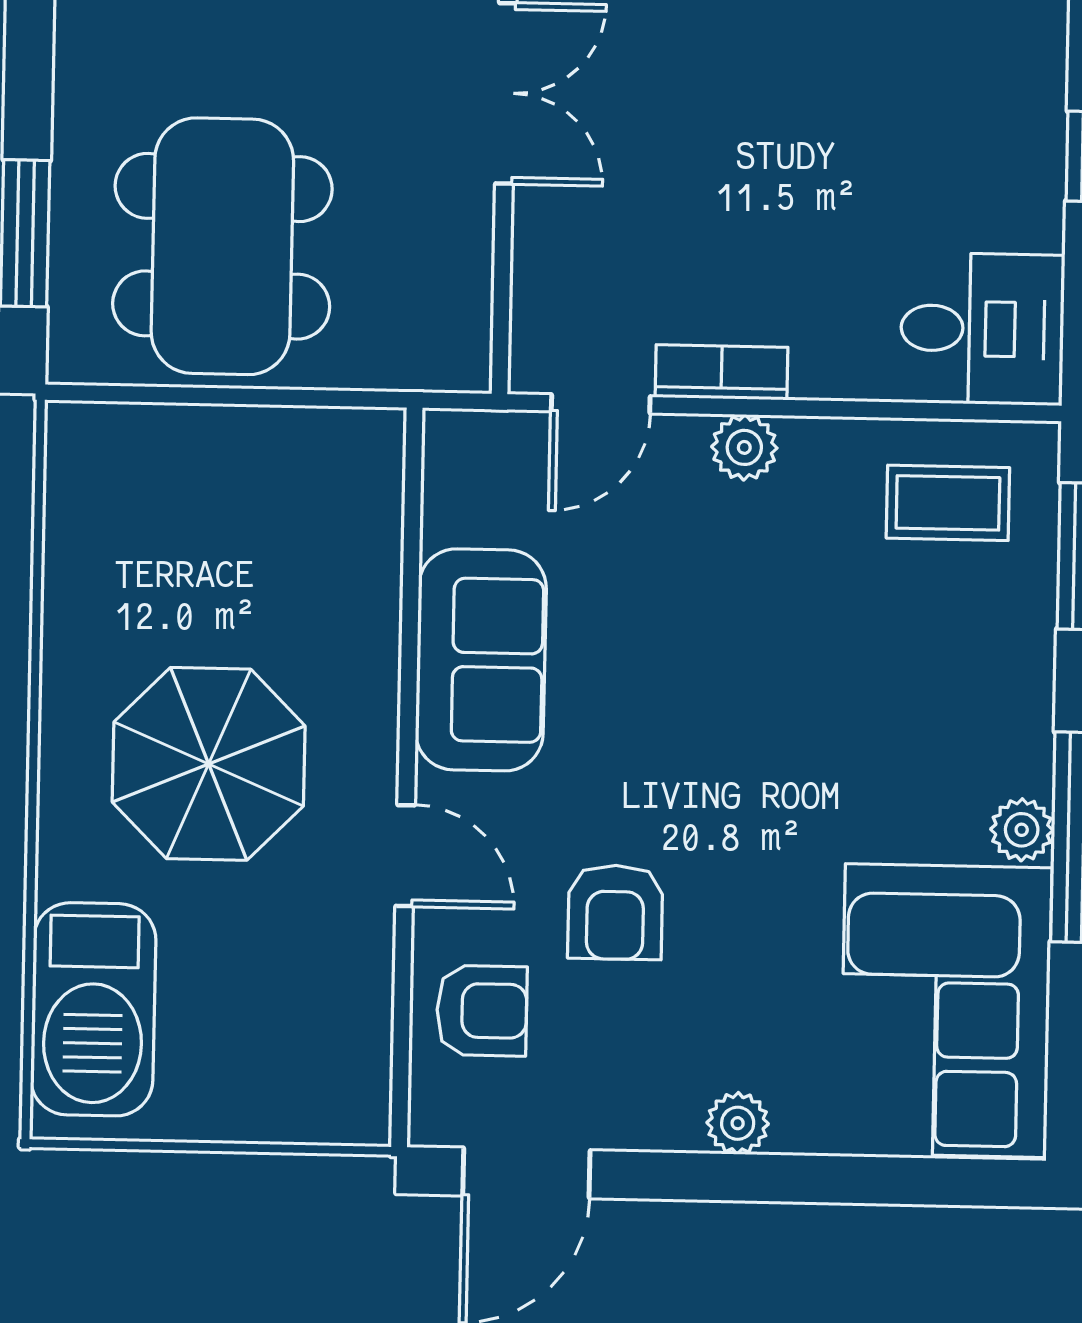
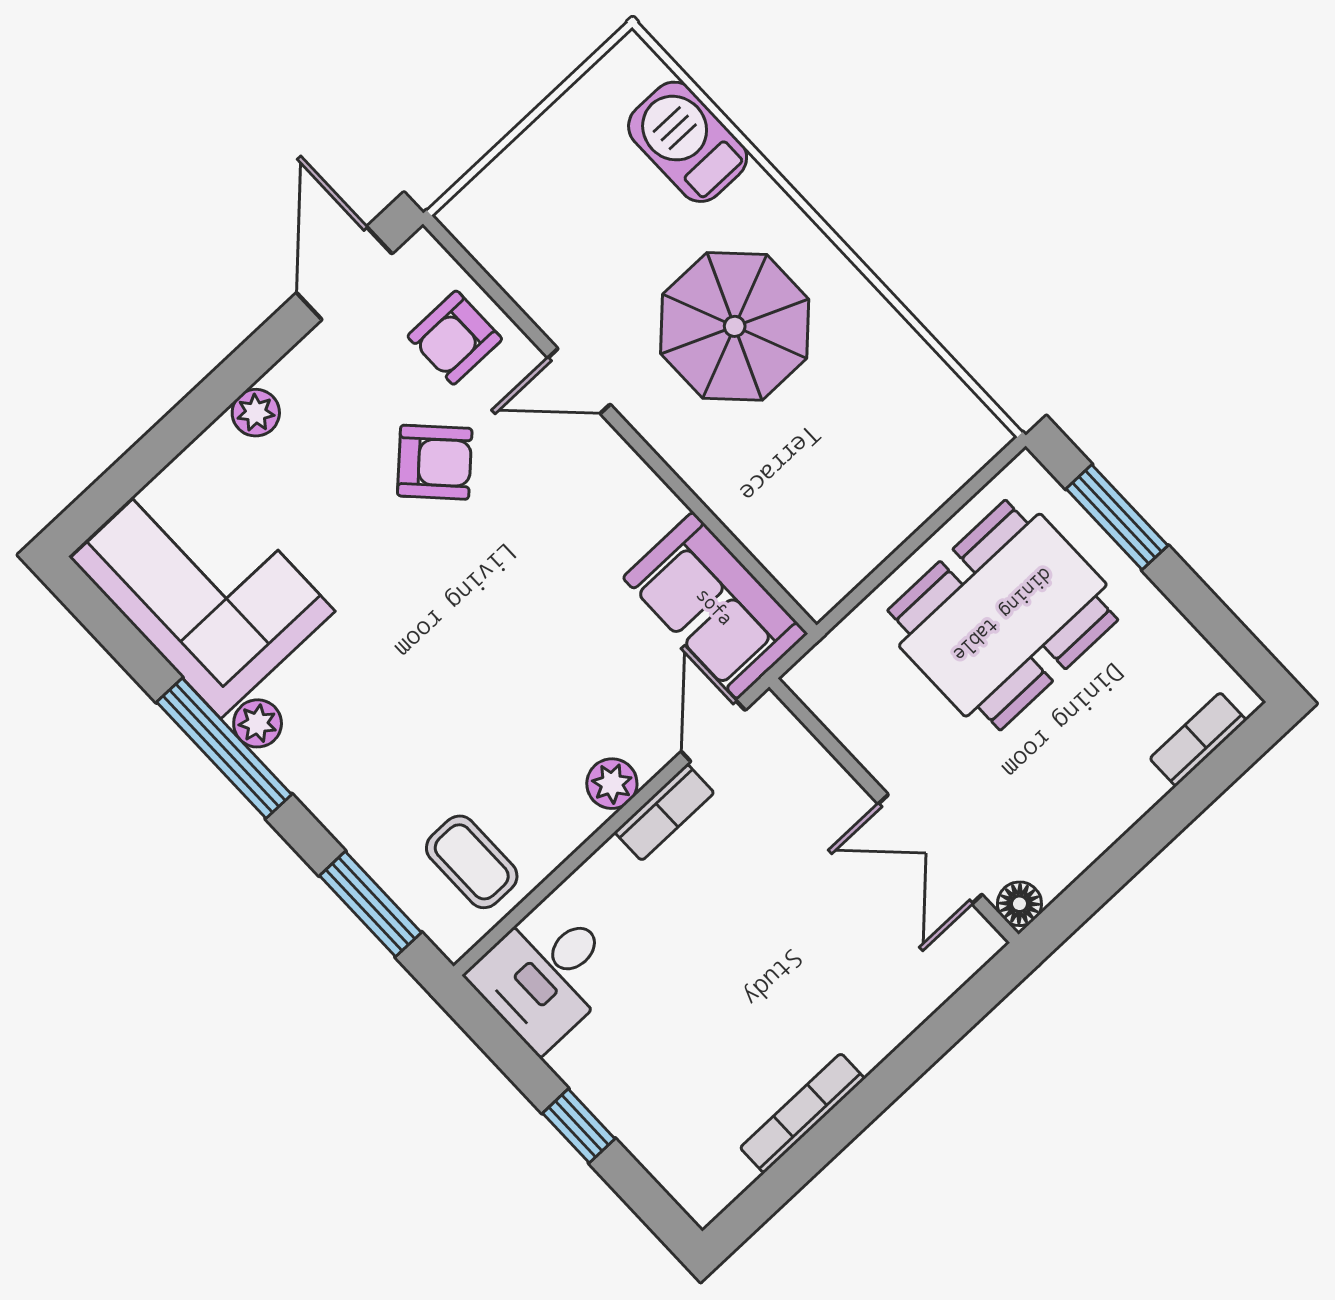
dining table: (222, 246) -> (1003, 615), turned 90
coffee table: (948, 503) -> (472, 862), turned 90
sofa: (481, 660) -> (715, 606), moved
armchair: (615, 912) -> (435, 462), turned 136
barbecue: (93, 1009) -> (688, 142), width x0.73, depth x0.83

